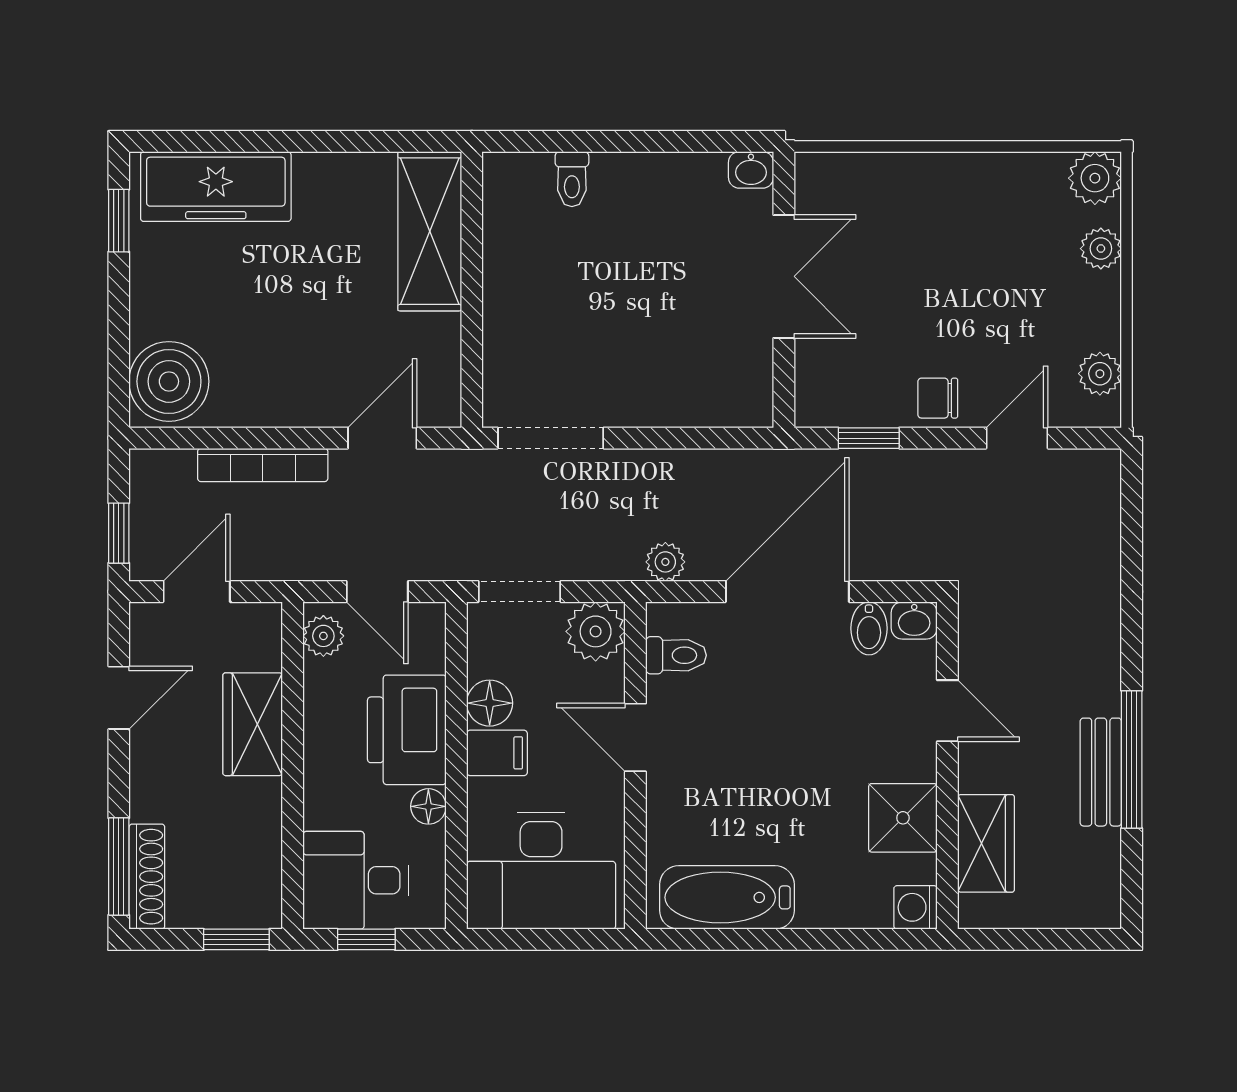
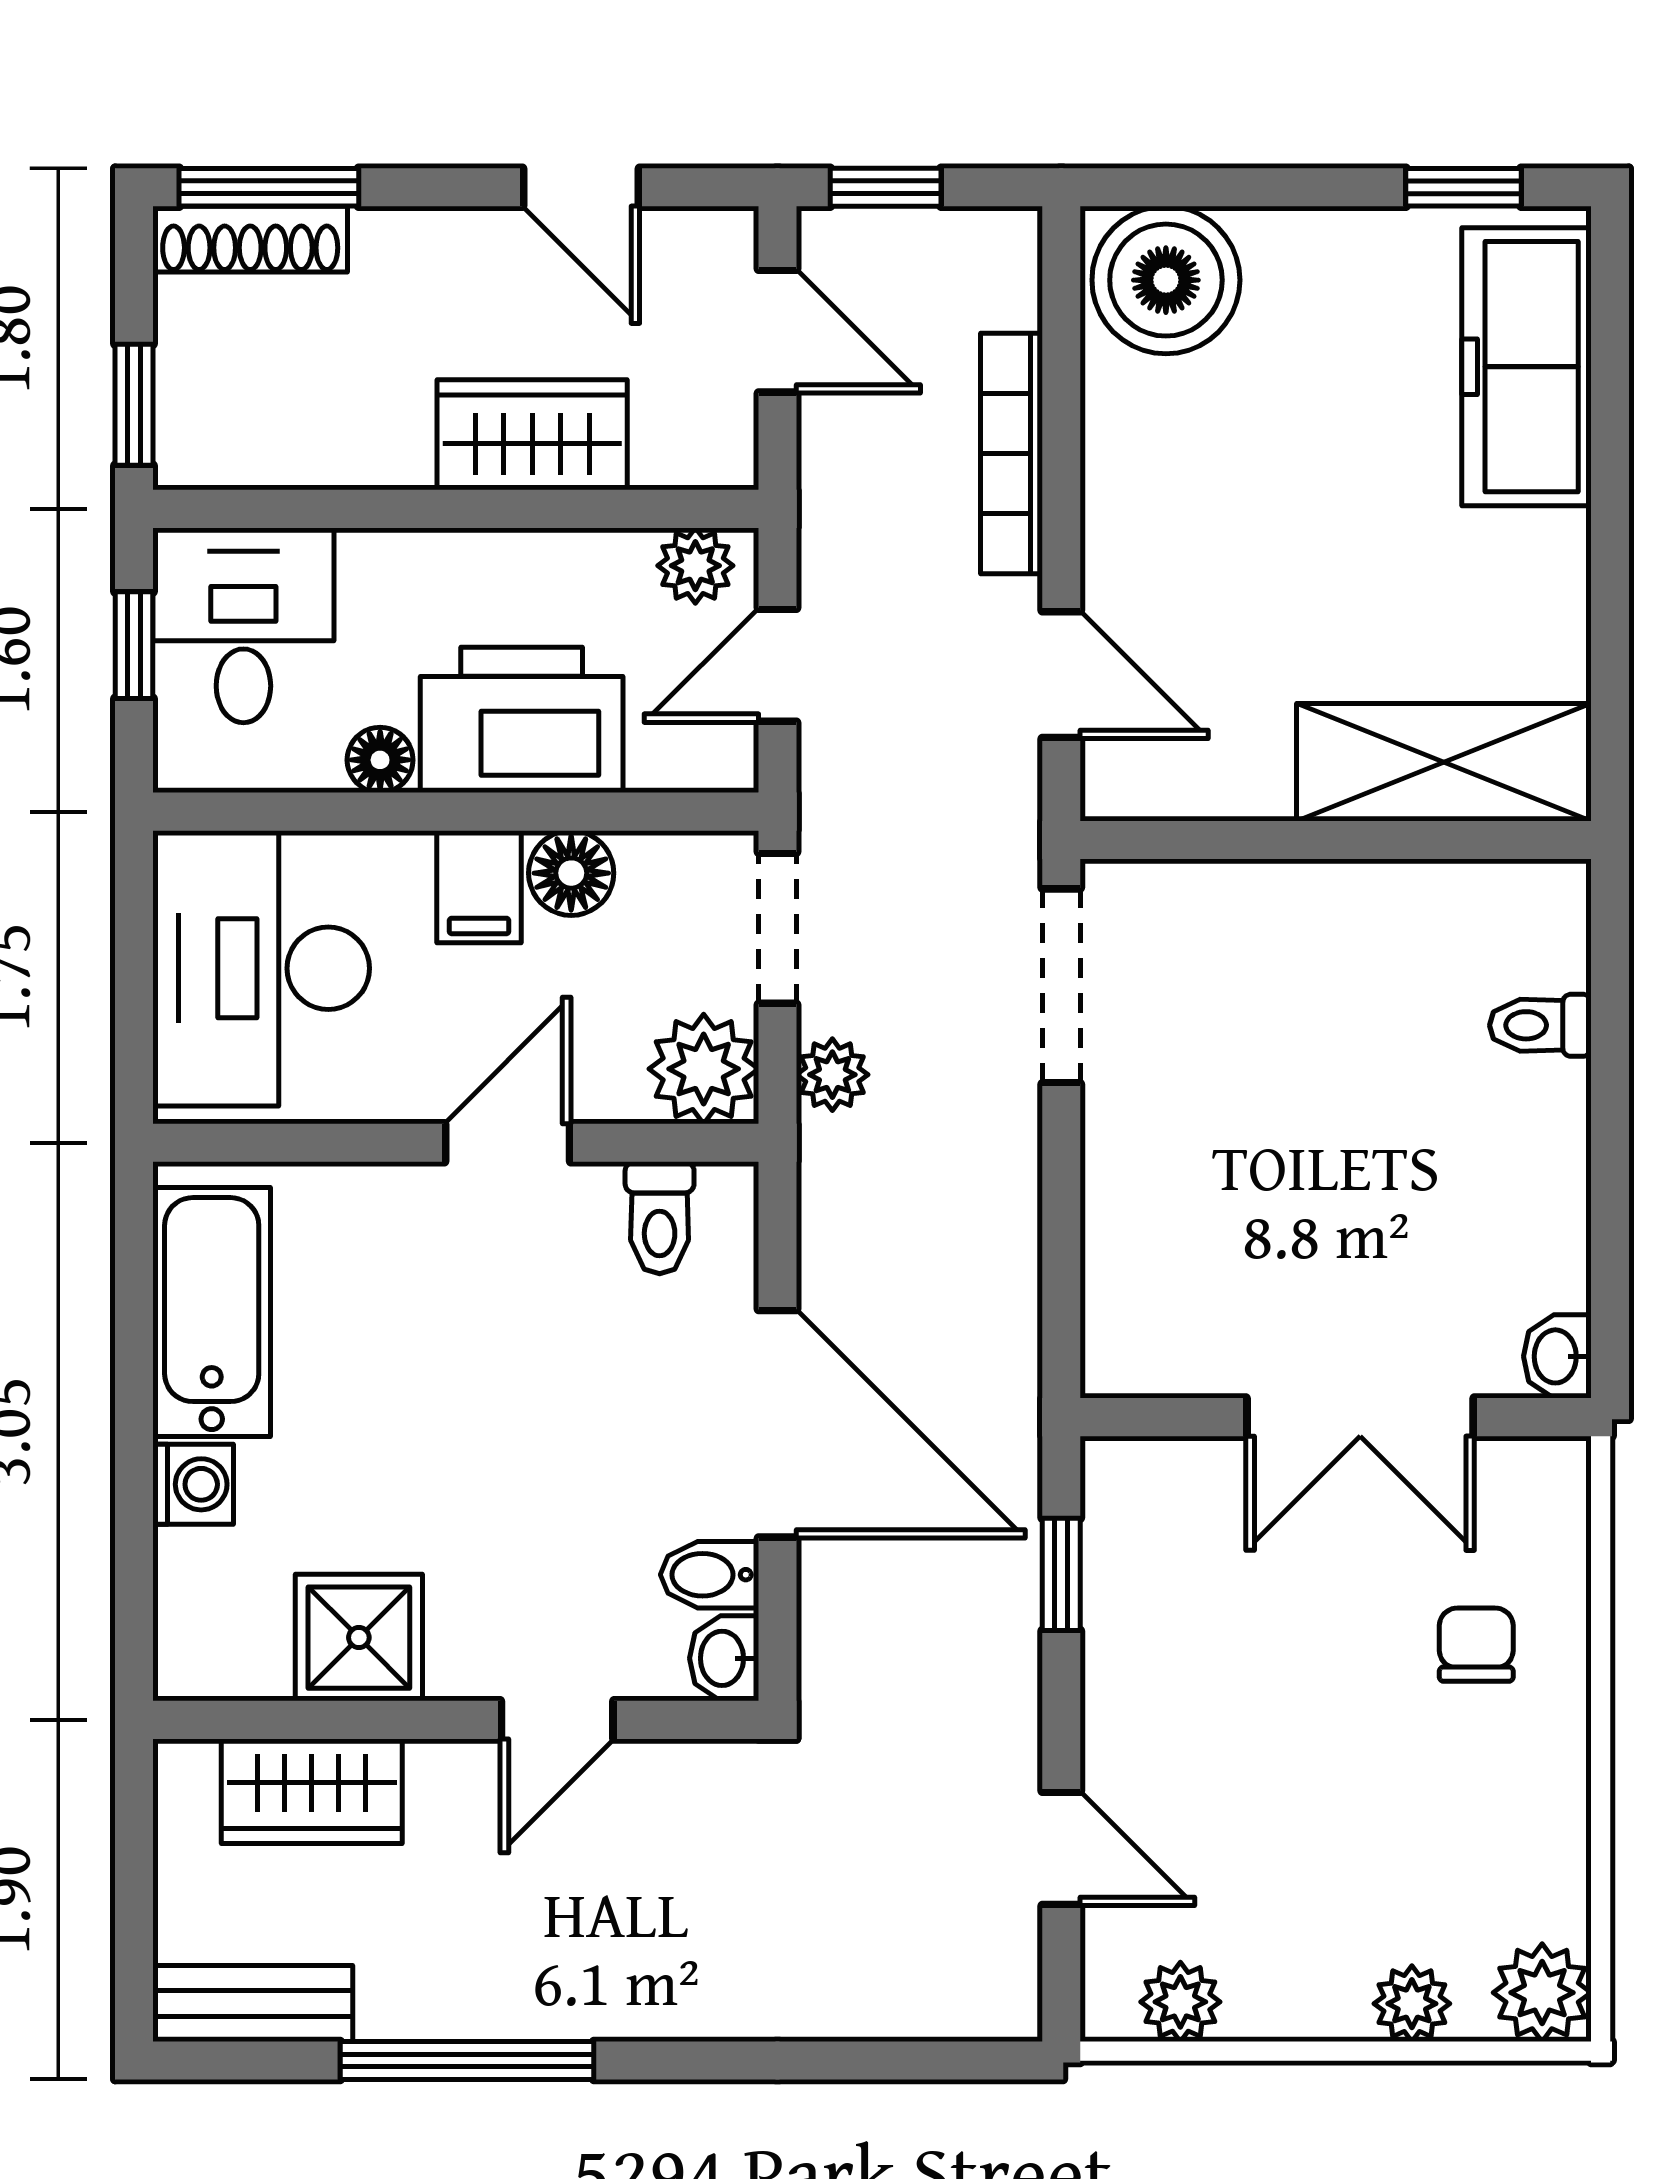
chair: (938, 398) -> (1476, 1645), moved
plant: (665, 562) -> (832, 1075), moved
bench: (1101, 772) -> (253, 2003), moved
washing machine: (916, 907) -> (193, 1484), moved, turned 90

